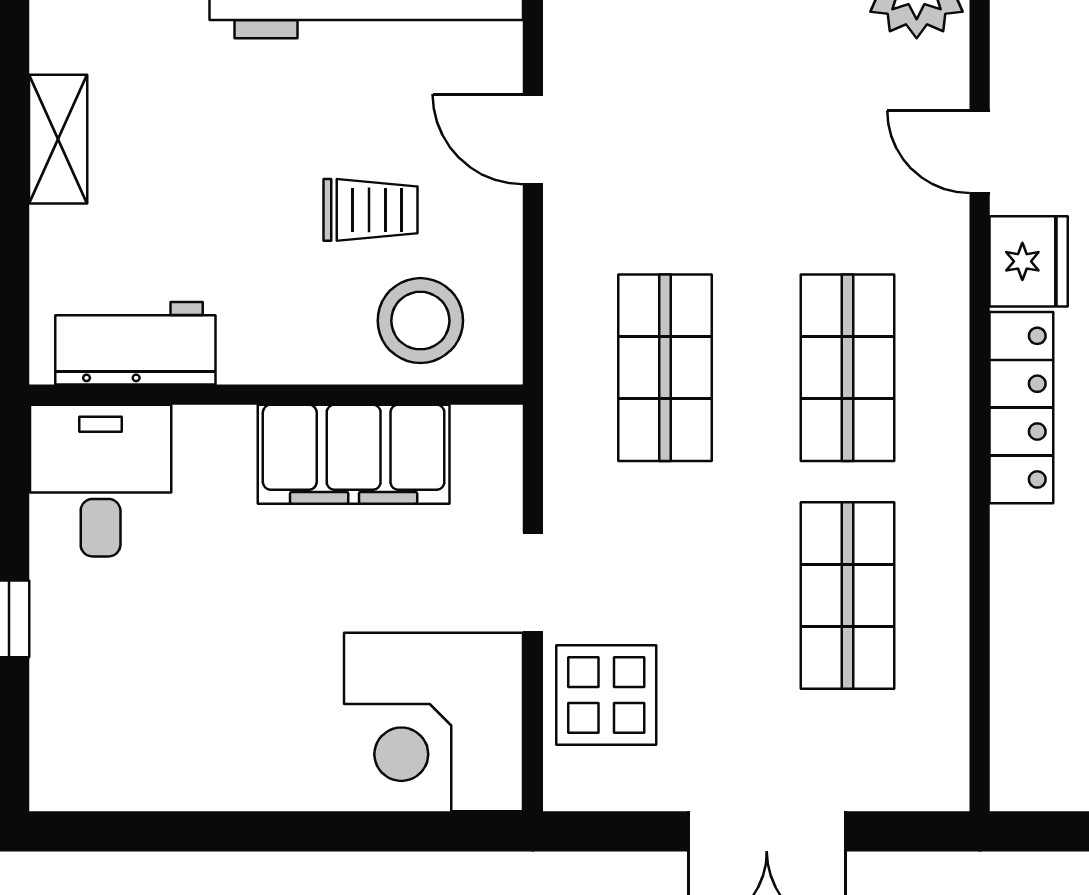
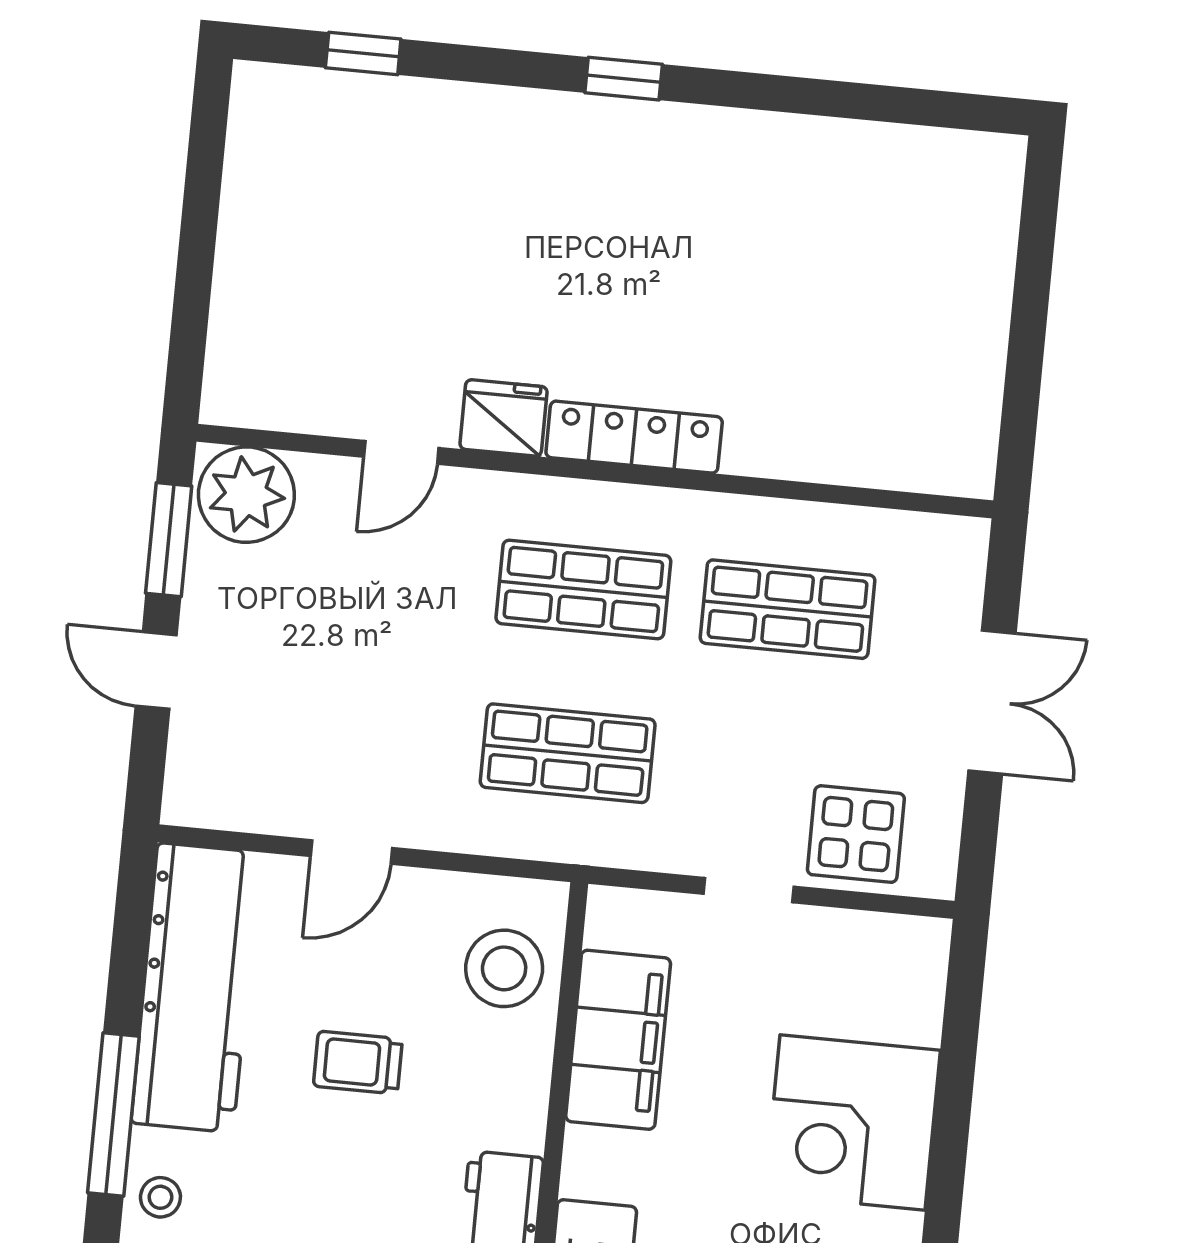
trolley: (371, 210) -> (358, 1063), moved, turned -90
corner desk: (433, 722) -> (853, 1123), moved, turned 90

